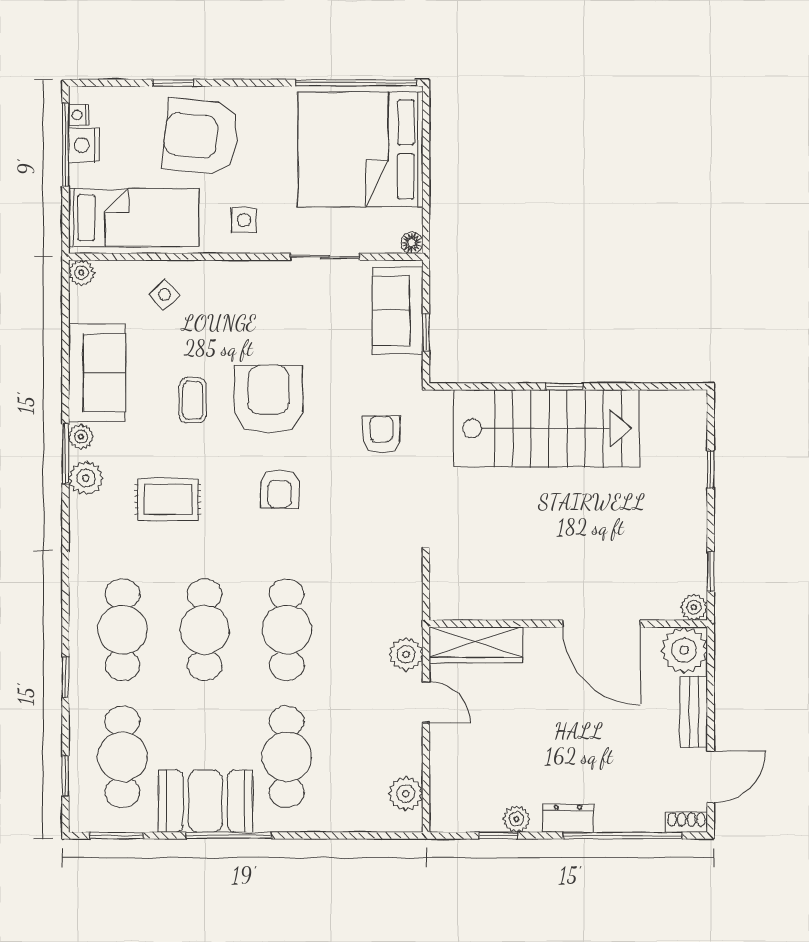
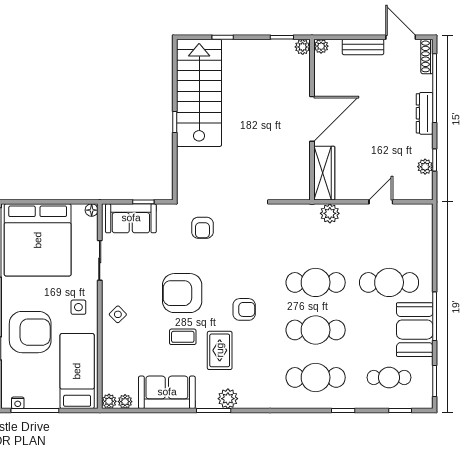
armchair: (201, 137) -> (30, 332), turned -96
nightstand: (84, 145) -> (35, 400), removed
side table: (164, 295) -> (118, 314), moved
stairs: (547, 428) -> (199, 93), moved
armchair: (381, 434) -> (202, 228), turned -90
plant: (81, 437) -> (125, 402), moved
armchair: (280, 489) -> (244, 309), moved
rug: (168, 500) -> (220, 350), moved
door: (601, 624) -> (312, 119), moved
plant: (684, 650) -> (321, 46), width x0.53, depth x0.53
door: (426, 702) -> (381, 202), moved
cafe table: (123, 757) -> (389, 377), width x0.73, depth x0.74
plant: (406, 794) -> (410, 214), removed
dresser: (568, 818) -> (425, 113), width x1.44
plant: (517, 819) -> (425, 167), moved
shoe rack: (686, 822) -> (427, 56), width x1.43

